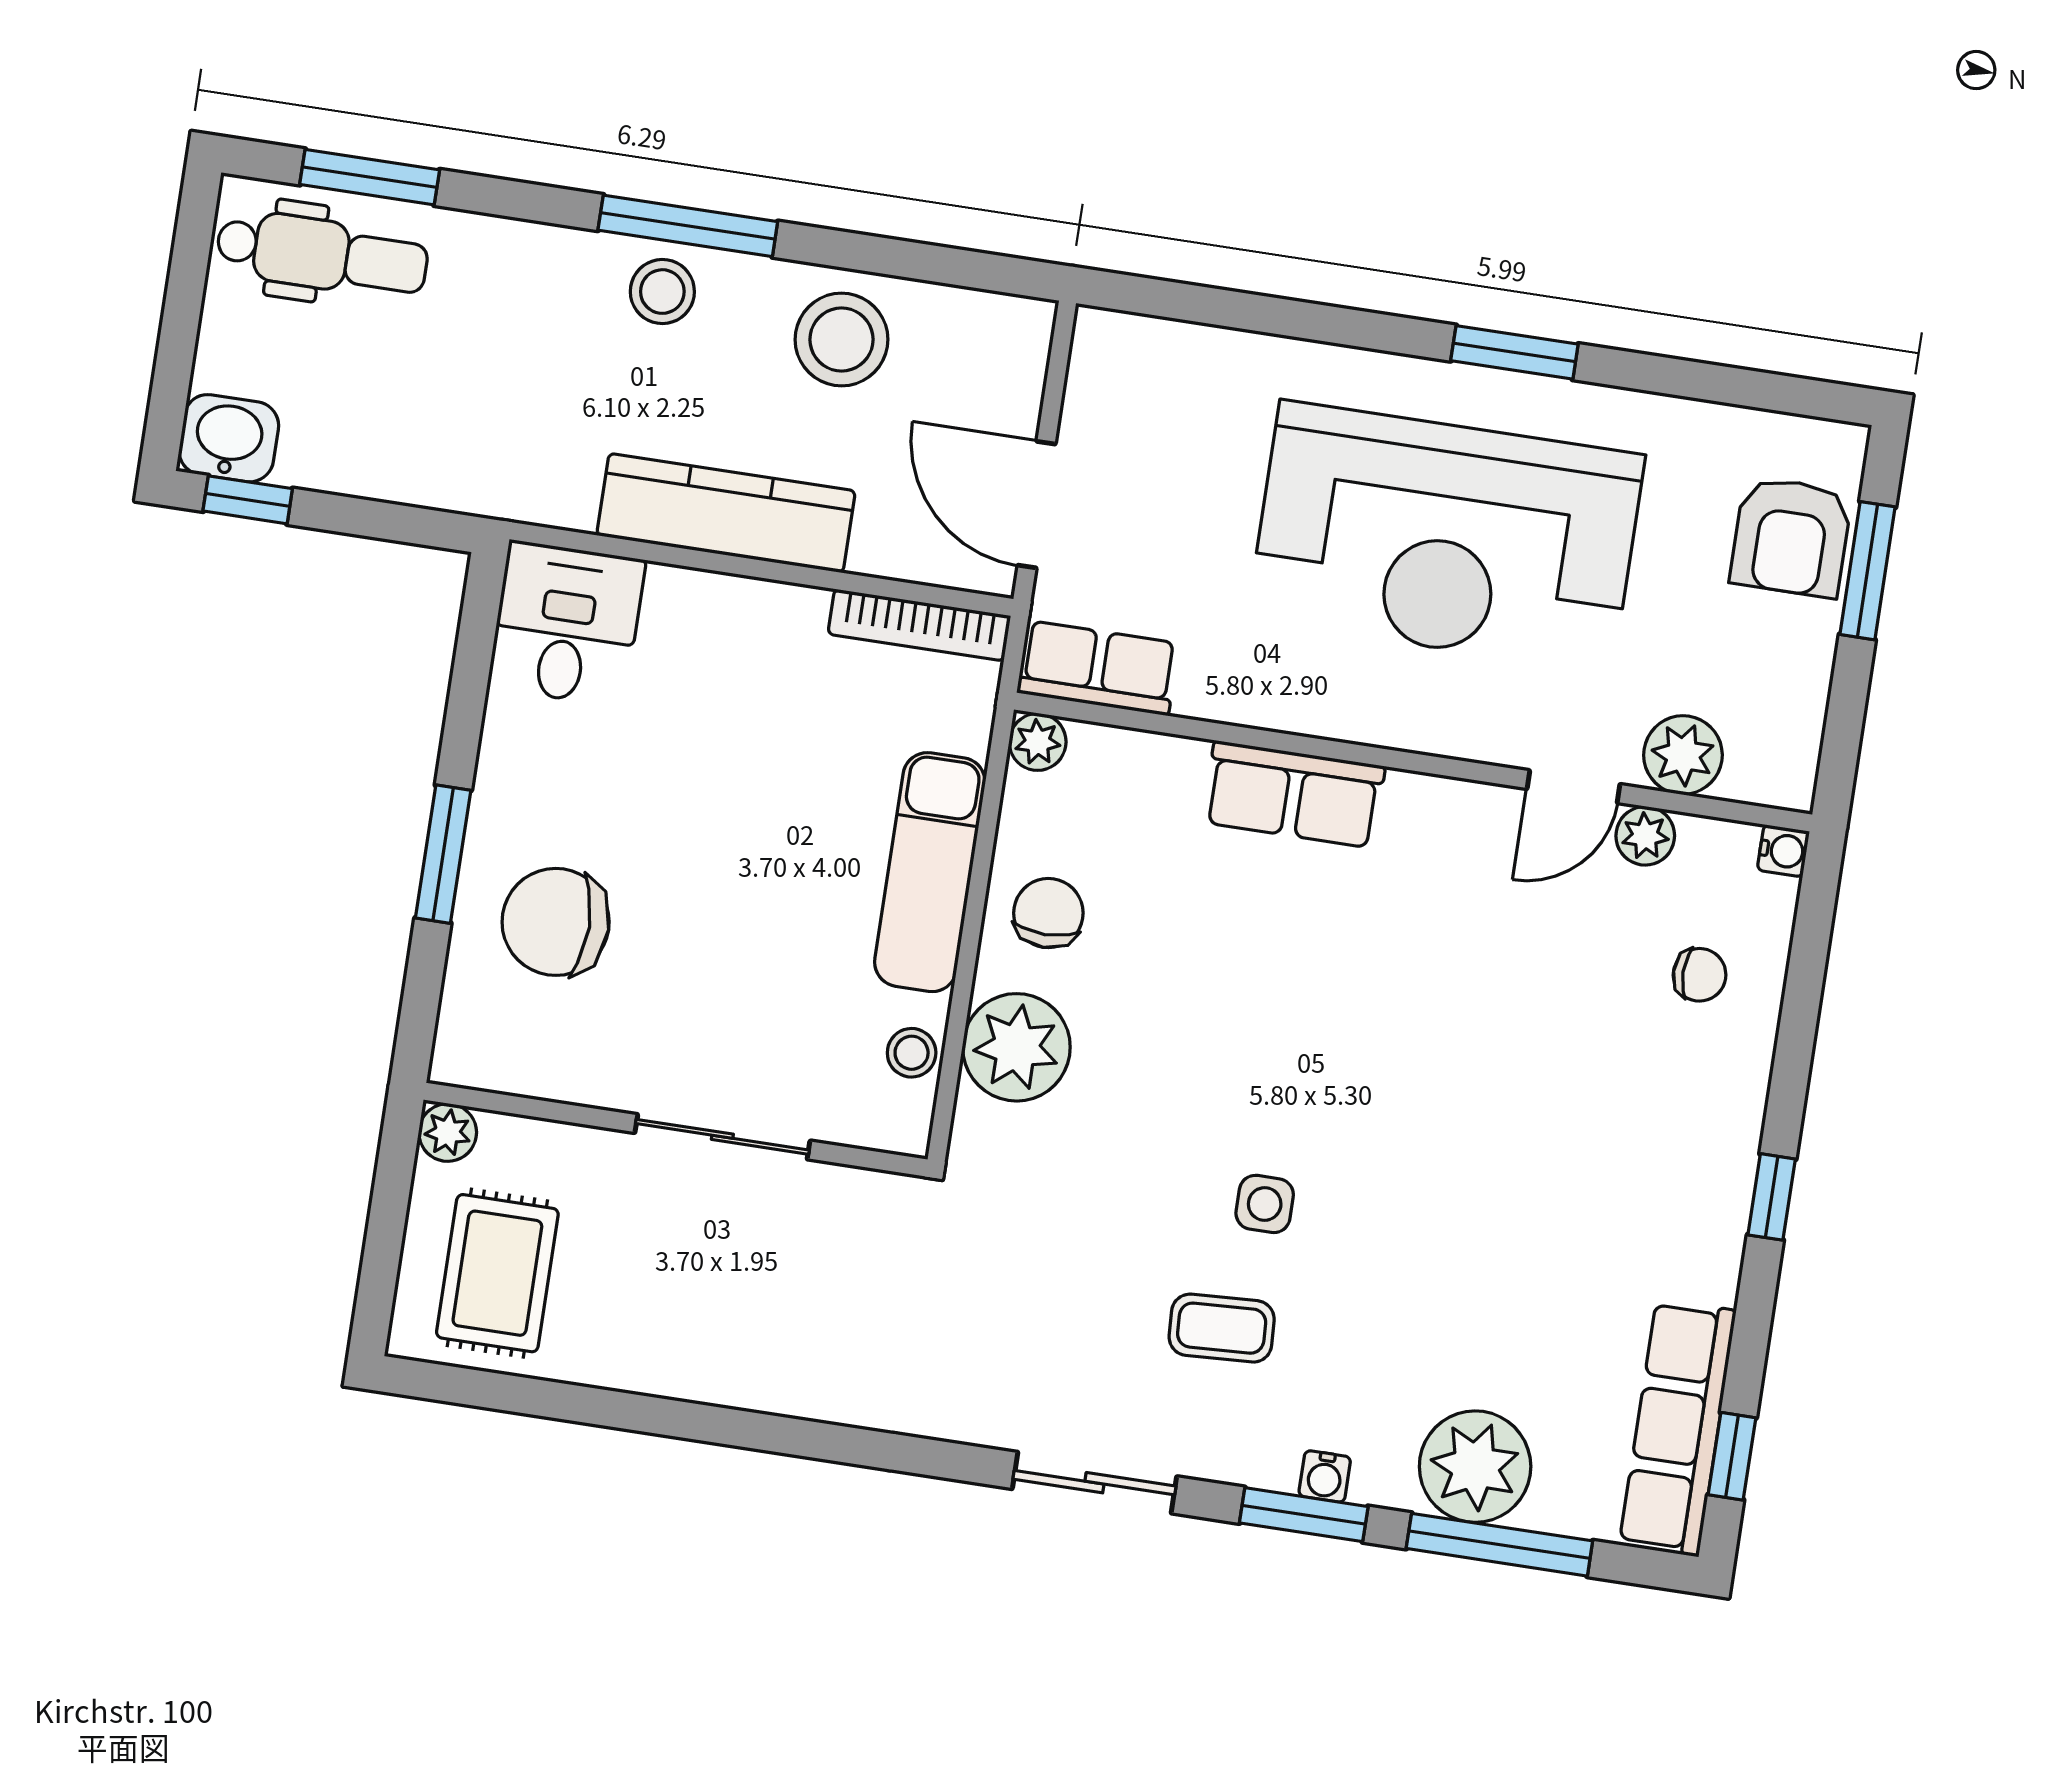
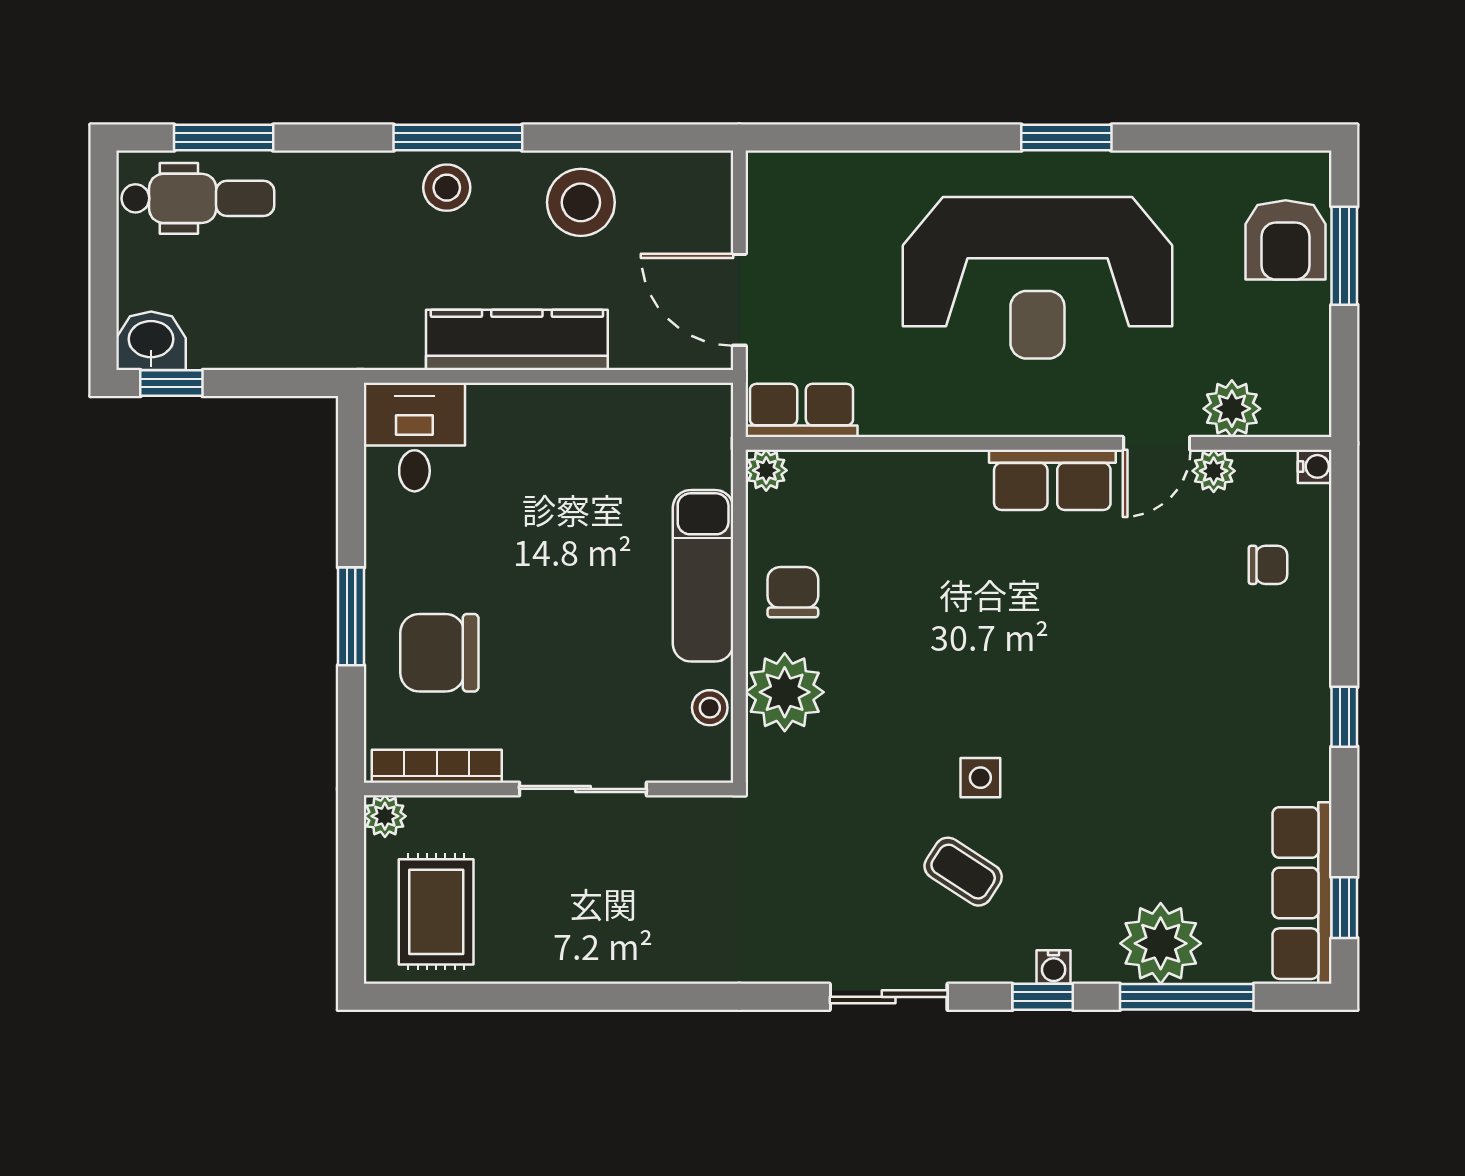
bookcase: (919, 625) -> (437, 766), moved, turned 180
row of seats: (1294, 794) -> (1052, 480), moved
coffee table: (1222, 1328) -> (963, 872), turned 36
window: (1304, 1515) -> (1043, 997), width x0.67

